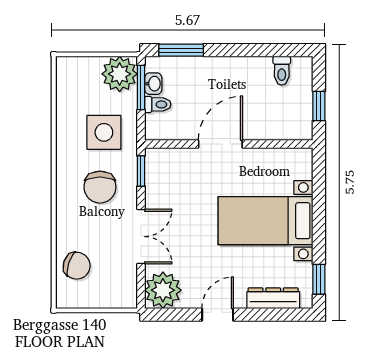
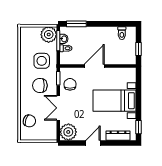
chair: (167, 184) -> (70, 84), added
chair: (100, 187) -> (40, 85), turned 90
double door: (141, 237) -> (58, 108), swing flipped

